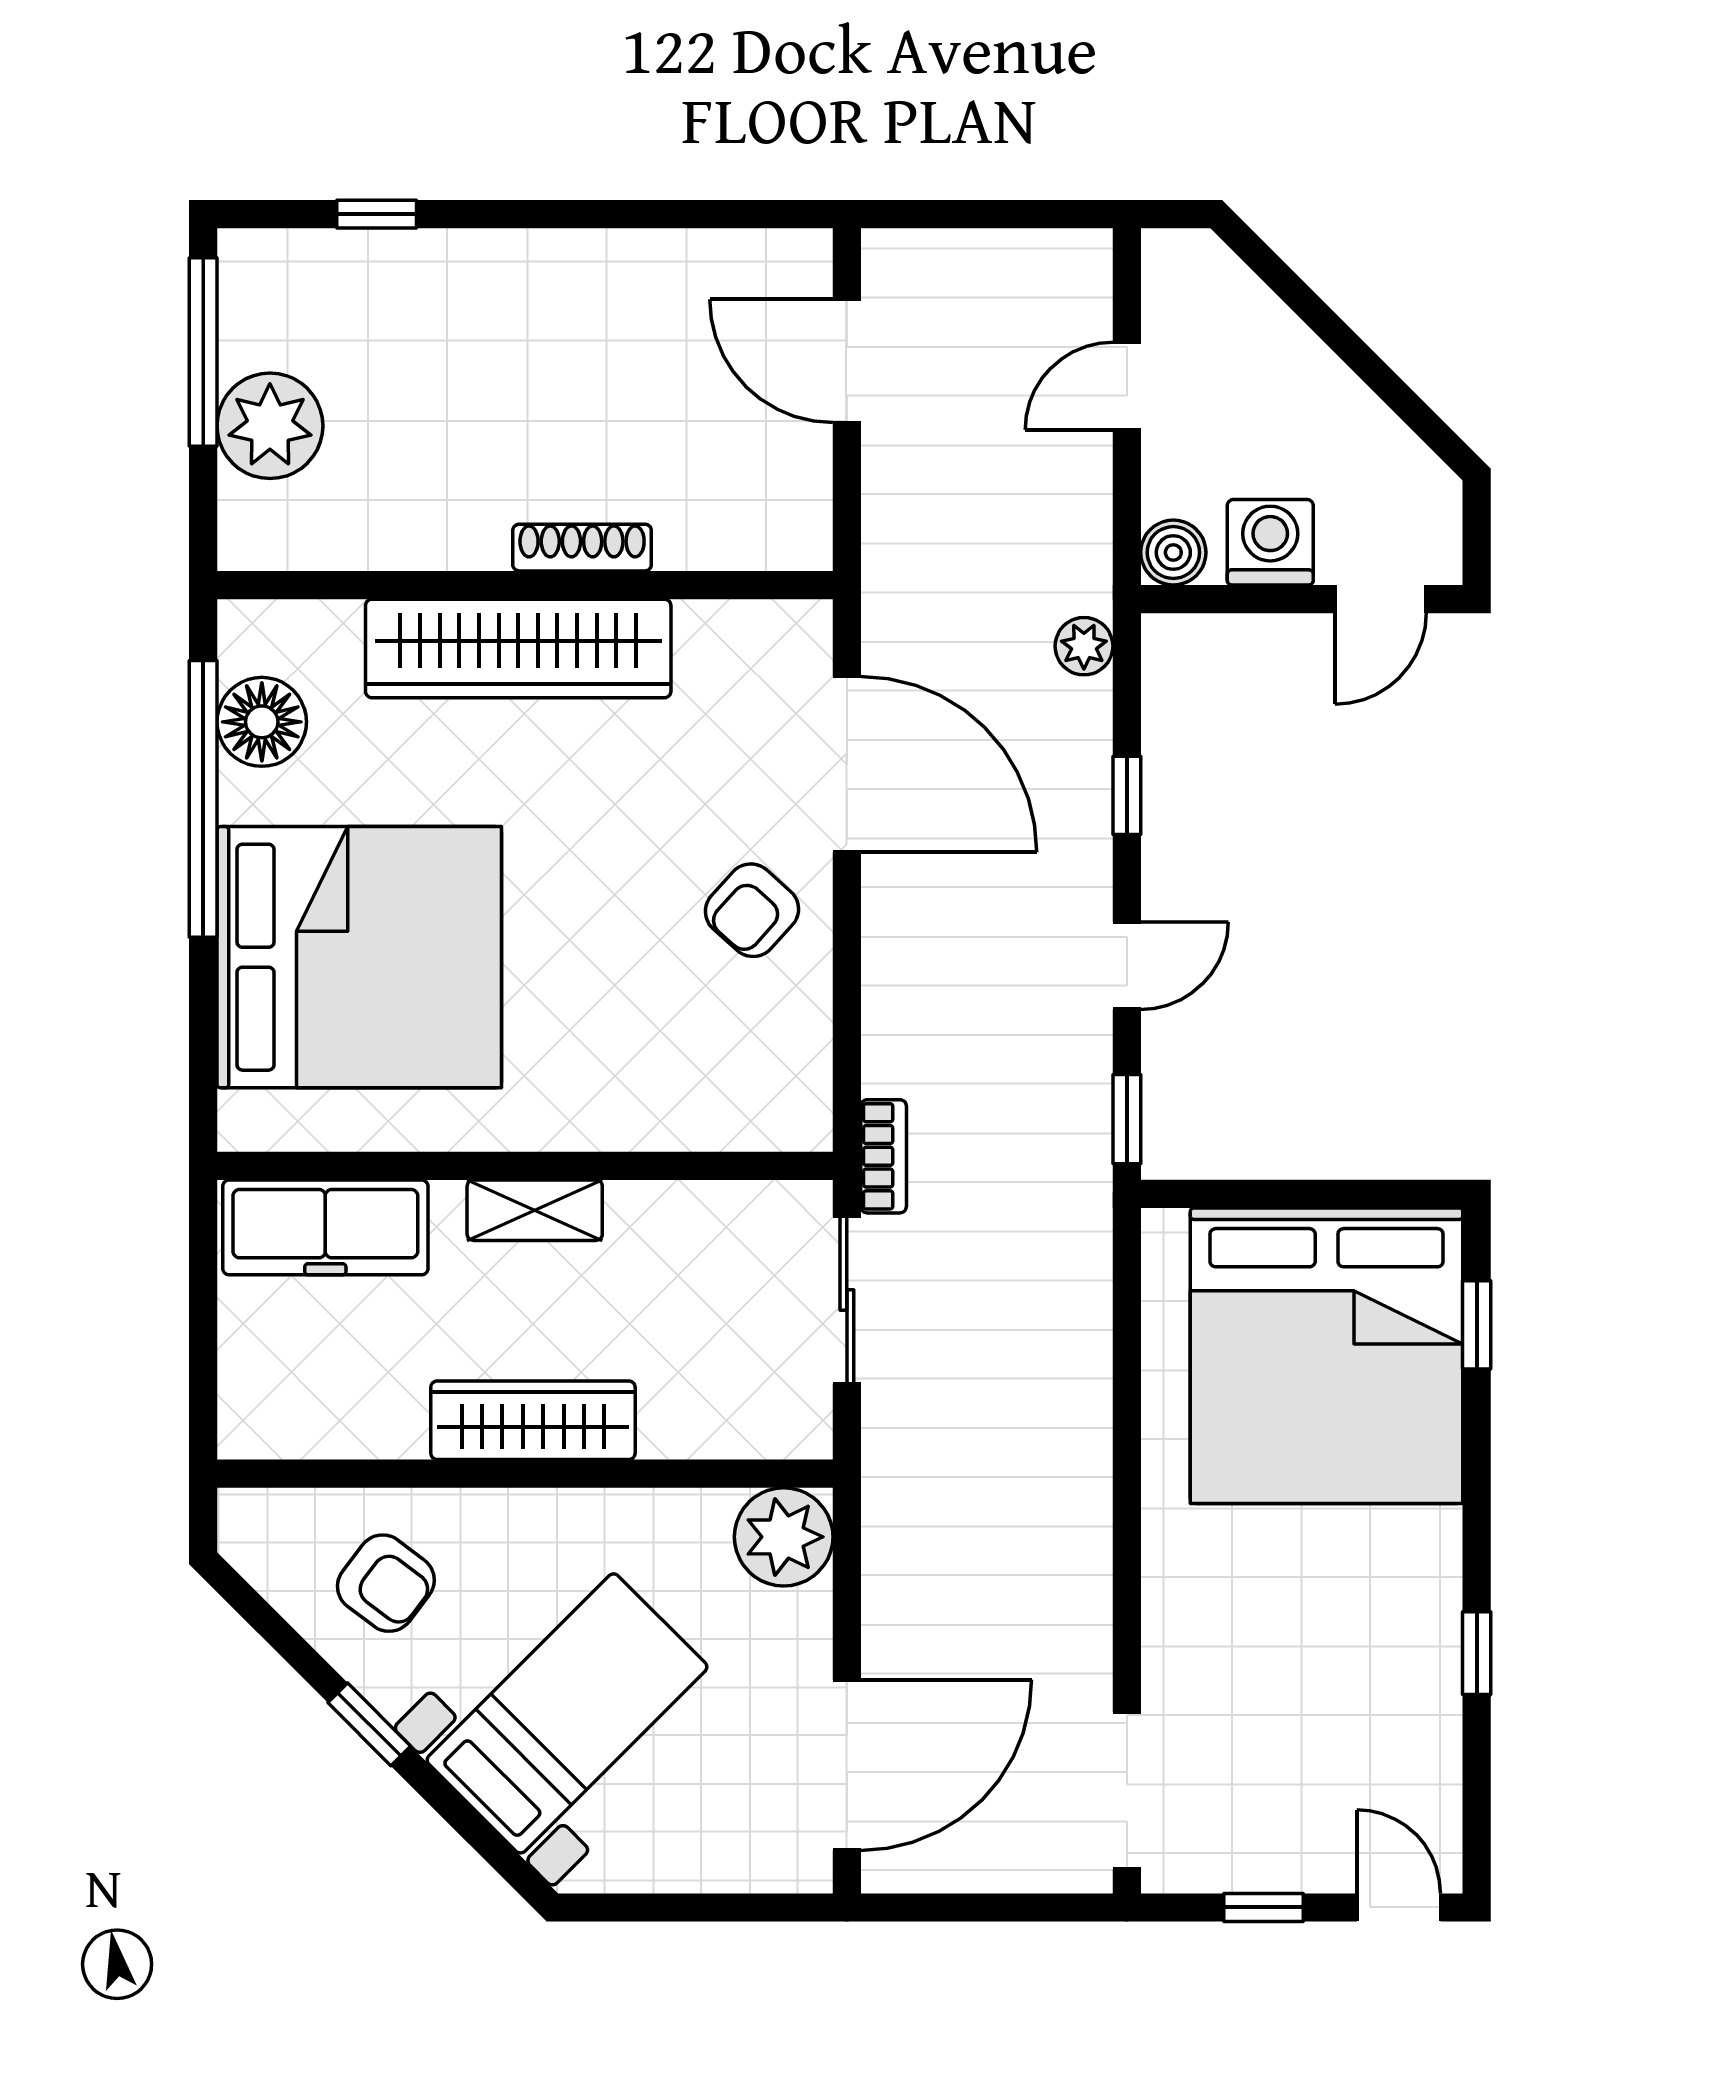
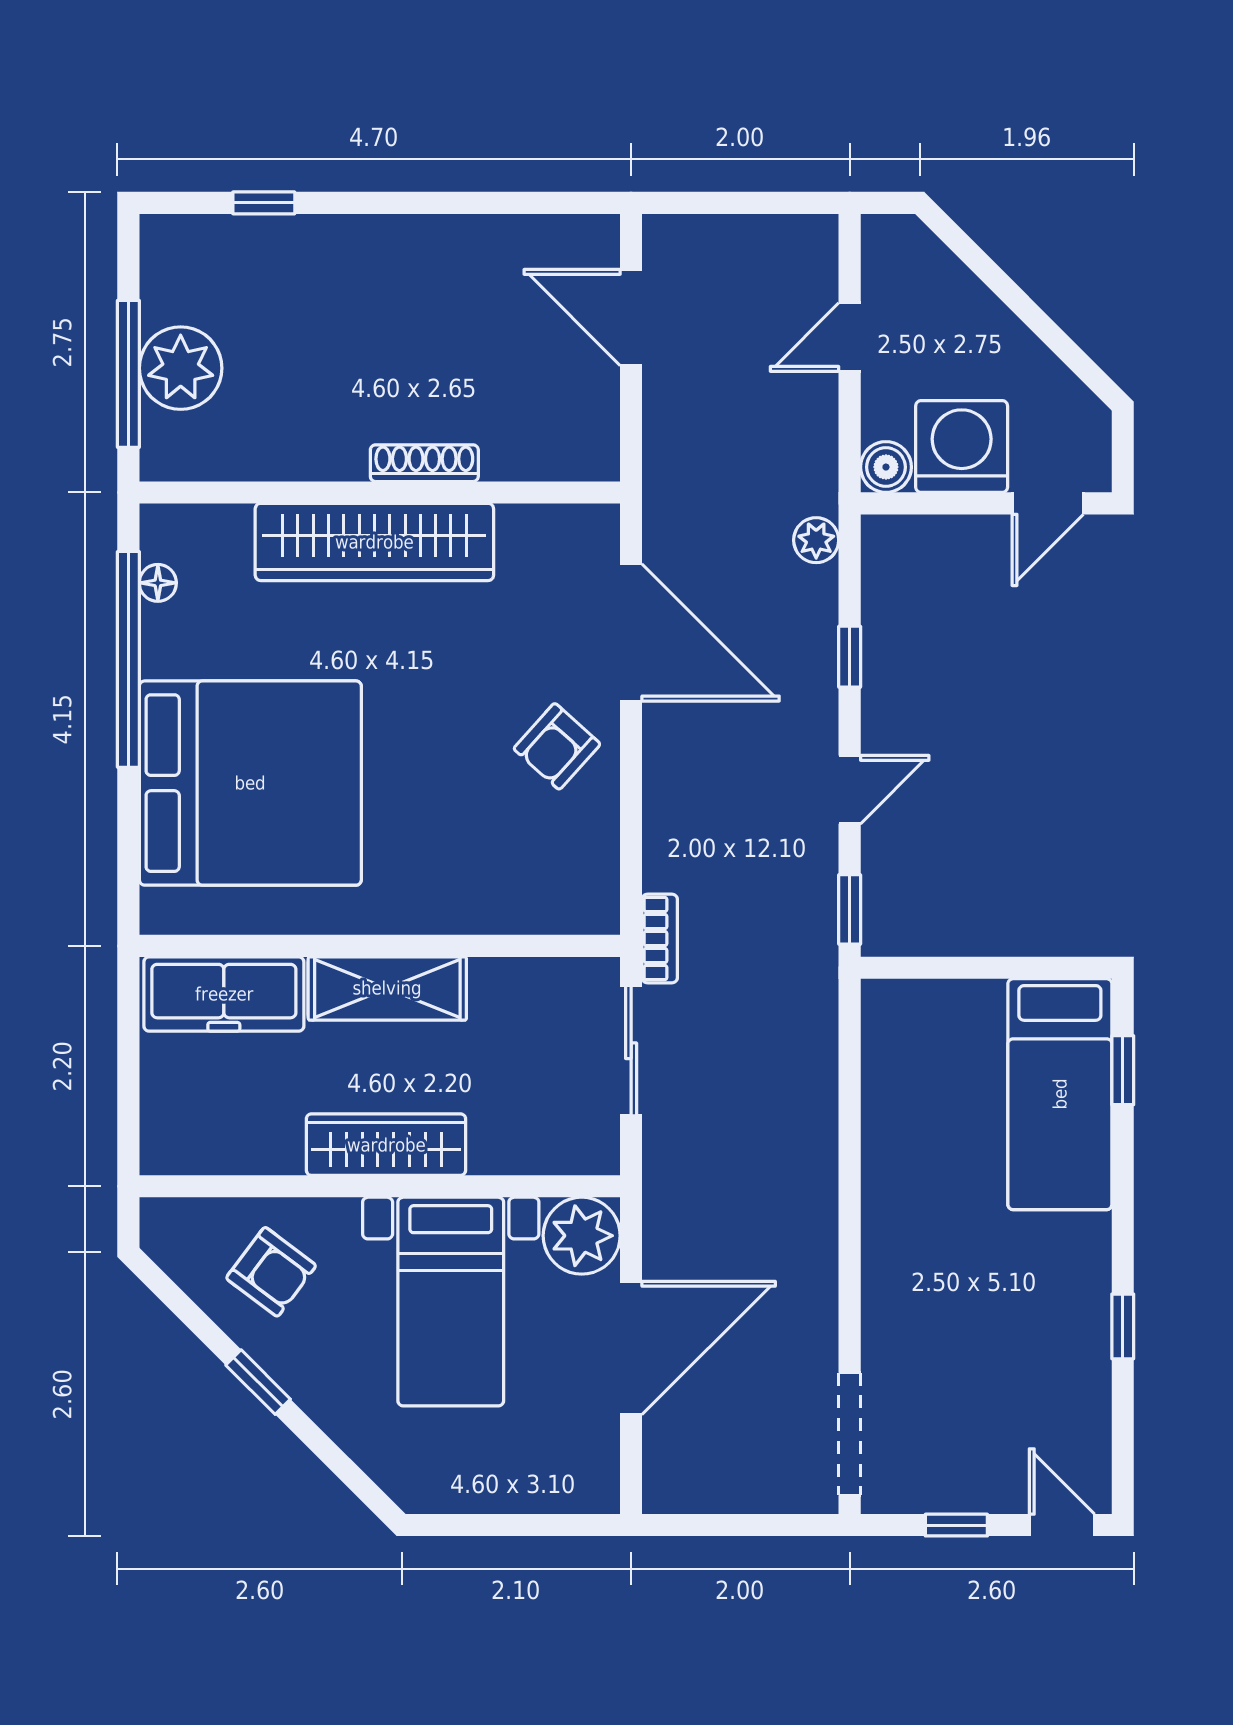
window: (203, 352) -> (128, 374), moved
washing machine: (1270, 542) -> (962, 447), width x1.37, depth x1.37
floor lamp: (262, 722) -> (158, 583), width x0.53, depth x0.53
shelving: (535, 1210) -> (387, 988), width x1.50, depth x1.33
bed: (1327, 1356) -> (1060, 1094), width x0.49
bed with nightstands: (567, 1713) -> (451, 1302), moved, turned 135
door: (847, 1765) -> (631, 1348), moved

